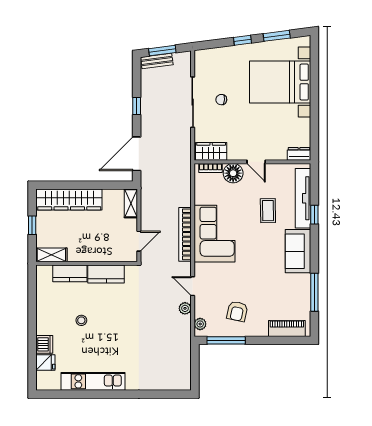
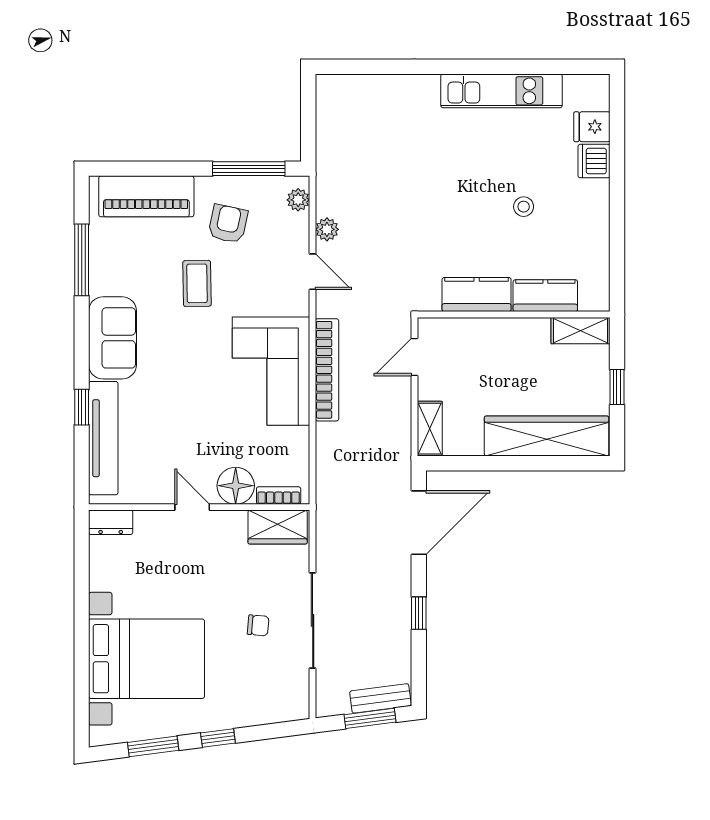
coffee table: (268, 211) -> (197, 283), moved
piano: (287, 328) -> (146, 196), width x1.37, depth x1.33

